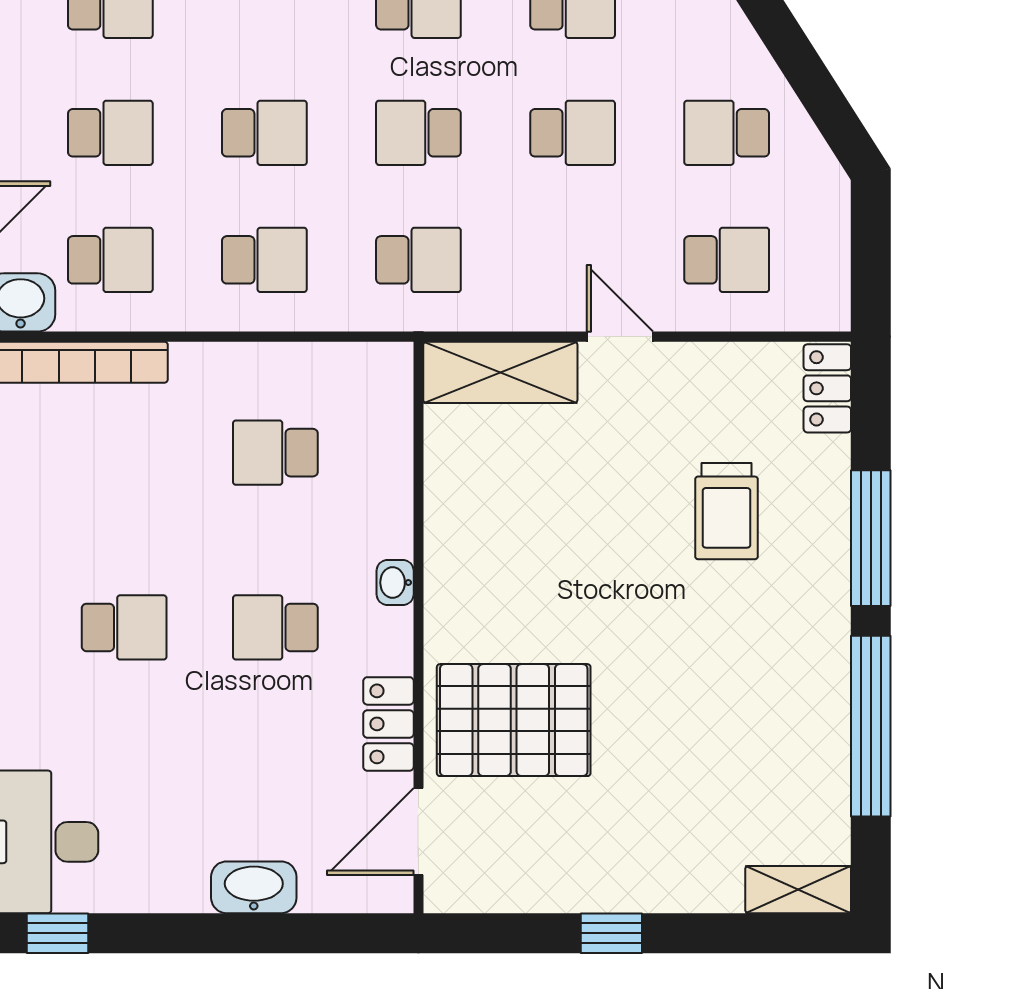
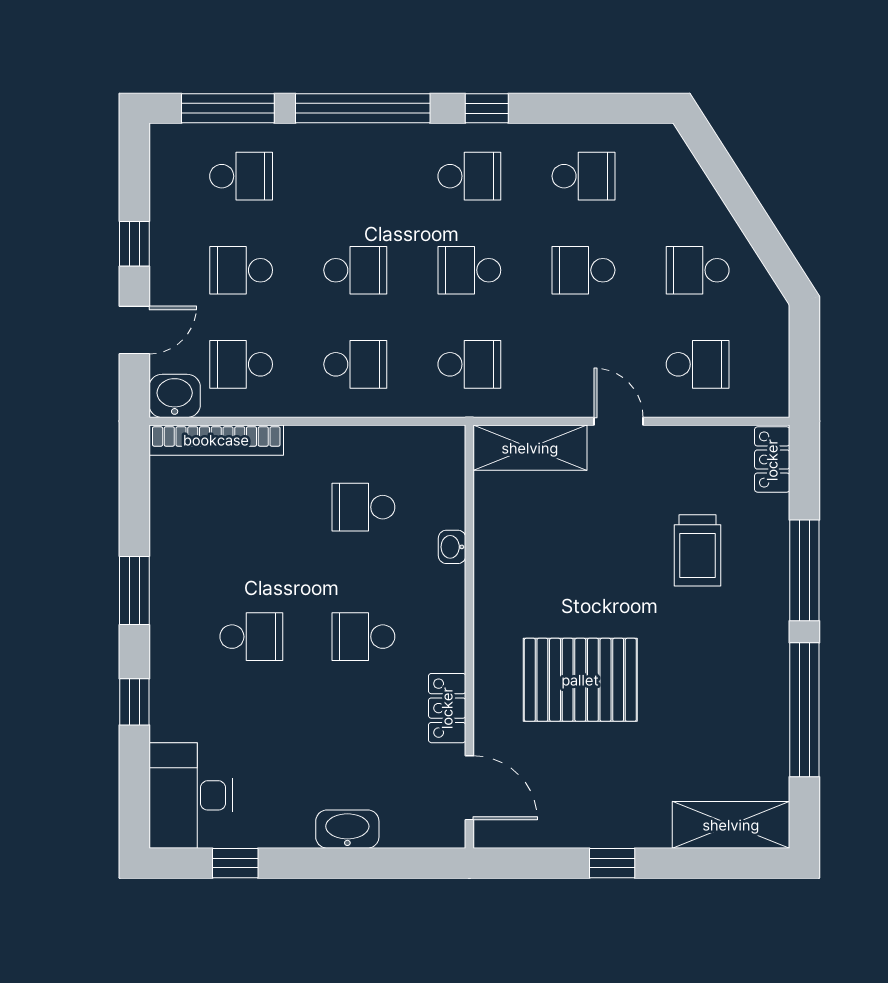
school desk: (110, 133) -> (241, 270), turned 180
school desk: (573, 133) -> (583, 270), turned 180
school desk: (110, 260) -> (241, 364), turned 180
washbasin: (395, 583) -> (452, 547), moved
pallet: (514, 720) -> (580, 680), moved
door: (418, 832) -> (469, 788), swing flipped
shelving: (798, 890) -> (731, 825), width x1.50, depth x1.33
window: (57, 933) -> (235, 863), moved

